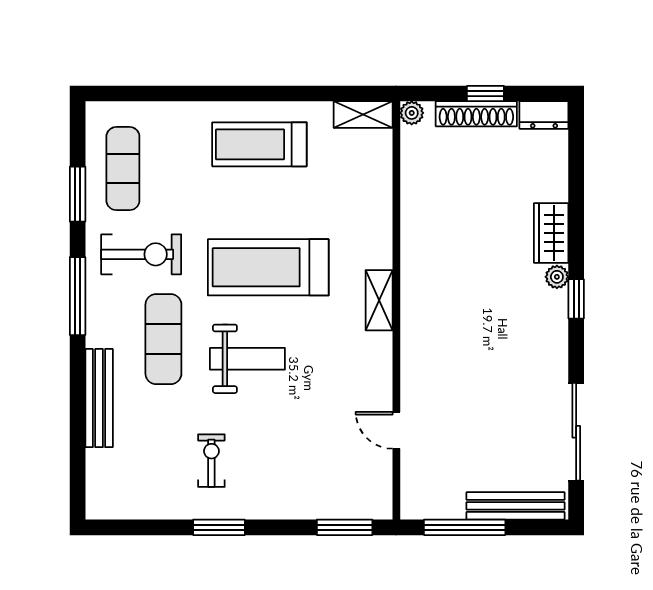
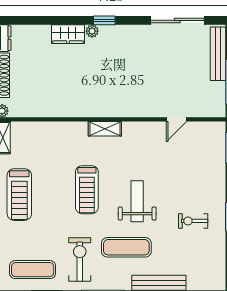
treadmill: (268, 267) -> (87, 190), width x0.73, depth x0.73

